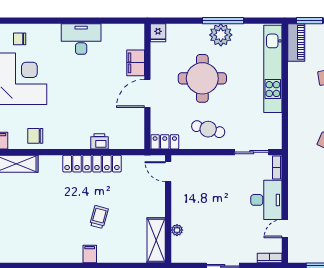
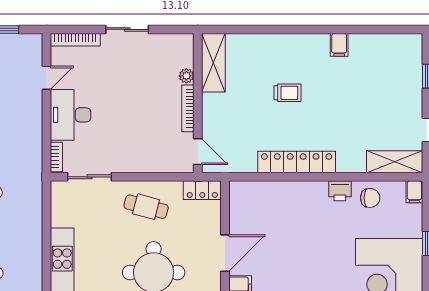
printer: (99, 141) -> (340, 191), moved
bookcase: (176, 205) -> (188, 108), added
trolley: (99, 217) -> (288, 93), turned -105
filing cabinet: (90, 254) -> (339, 45), moved
bookcase: (270, 258) -> (75, 40), width x1.56

